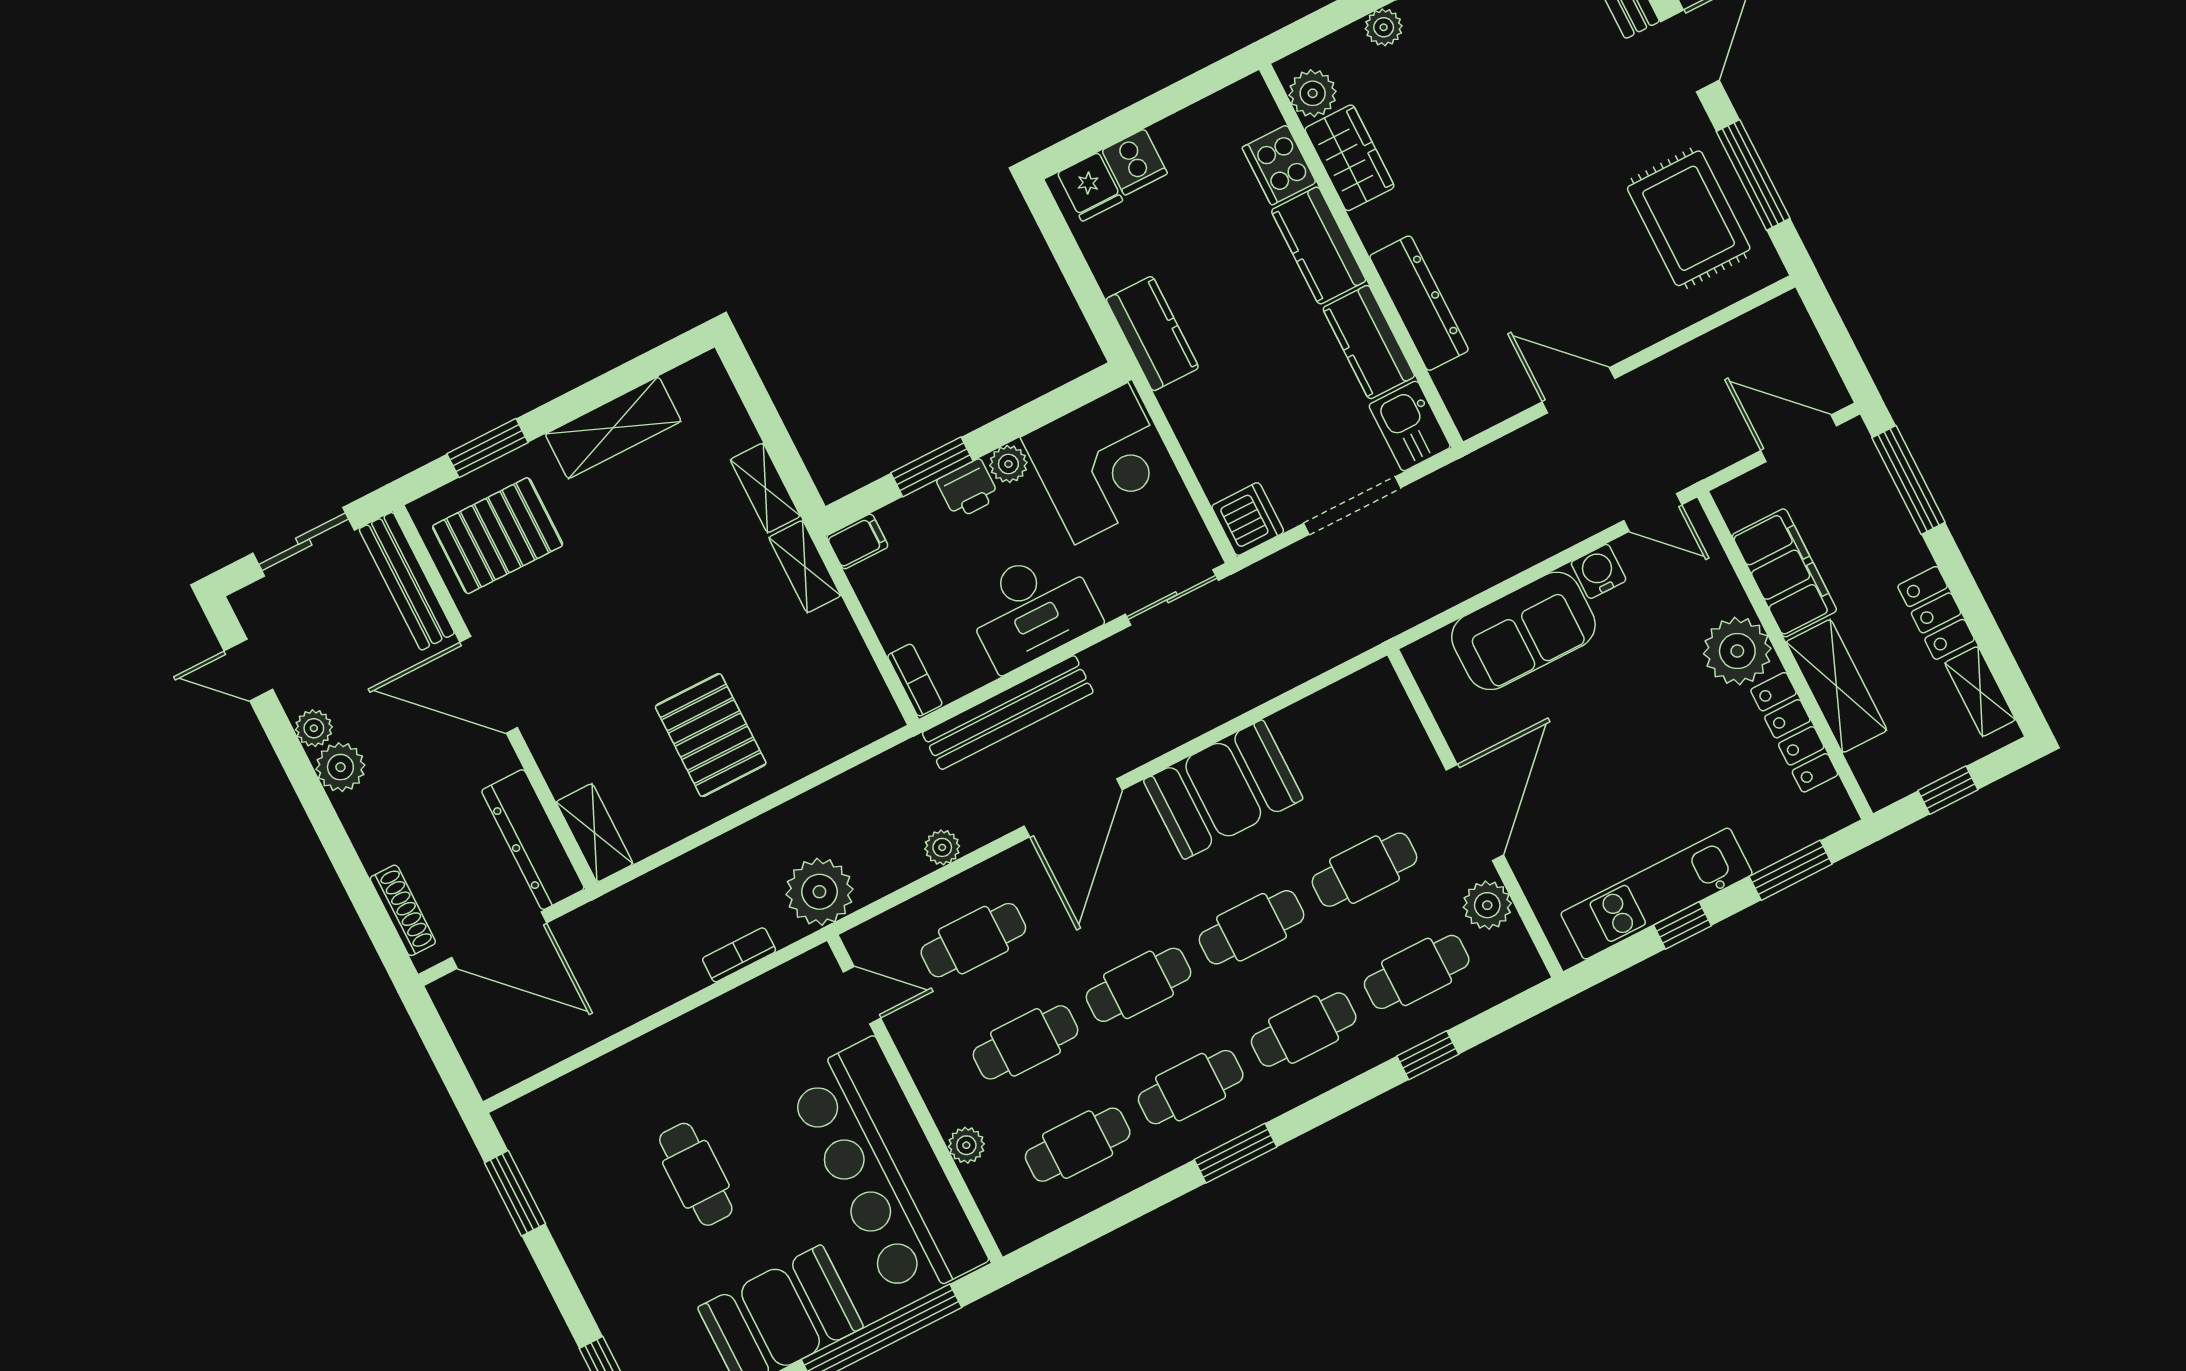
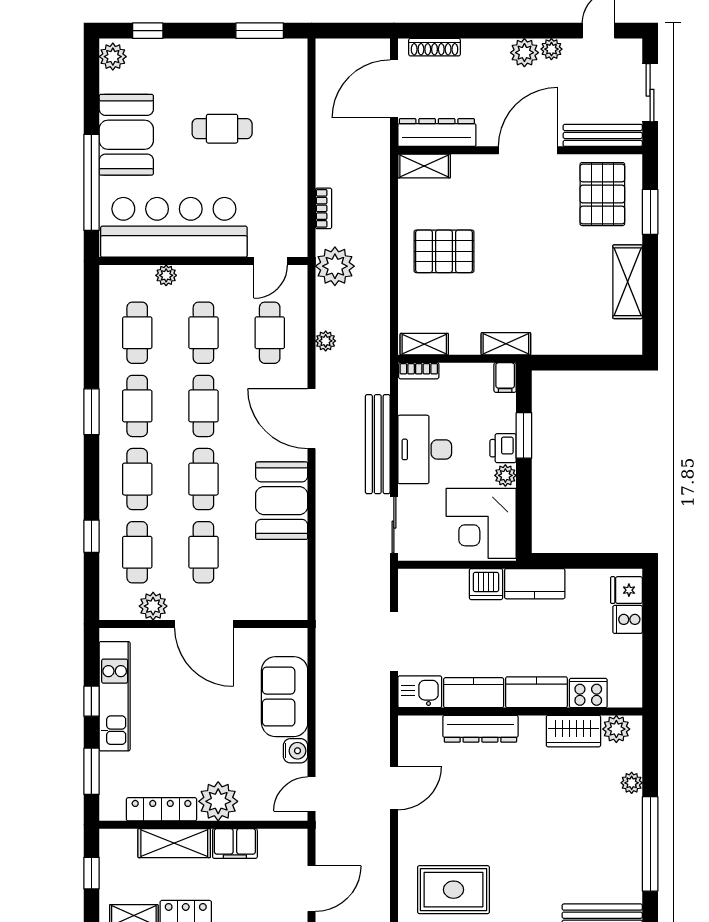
shelving: (765, 488) -> (424, 344), moved
dishwasher: (1248, 519) -> (486, 584), moved
filing cabinet: (1784, 573) -> (235, 843), width x0.67, depth x0.86
bench: (1008, 713) -> (378, 444), moved

